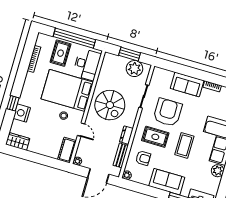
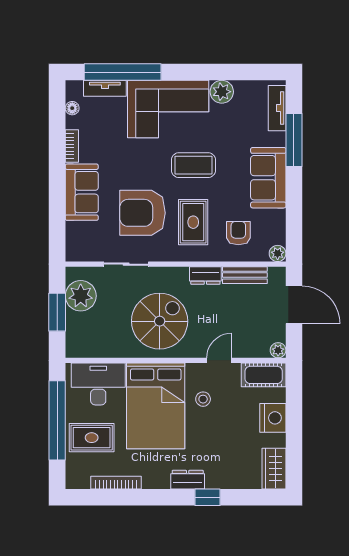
dresser: (25, 96) -> (188, 480), added
nightstand: (22, 113) -> (273, 418), moved, turned -90

